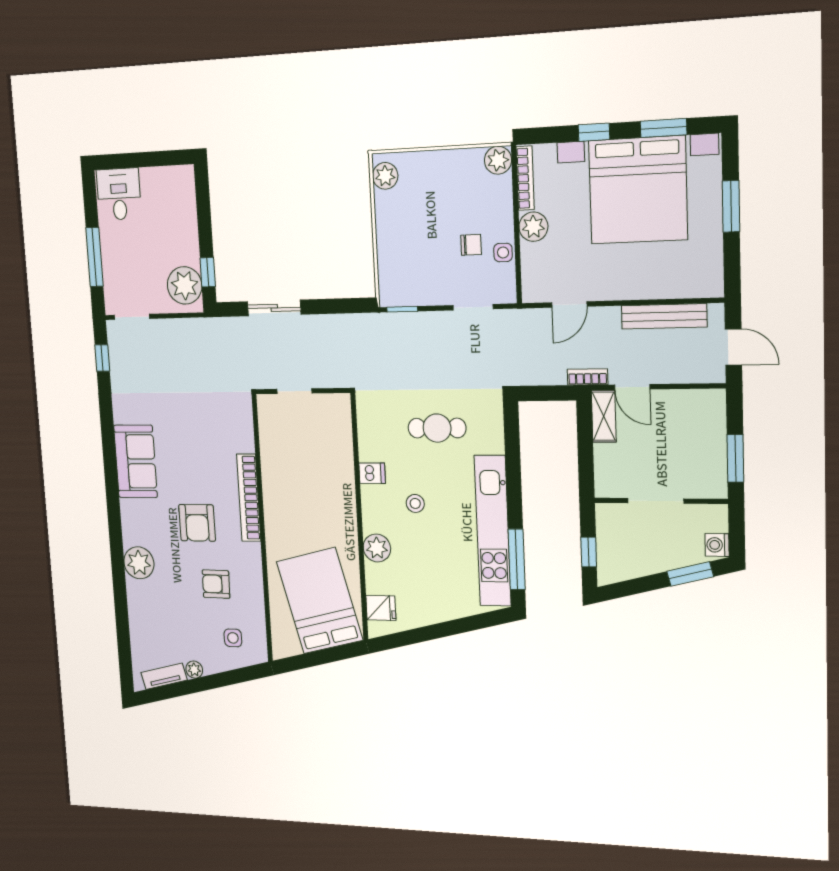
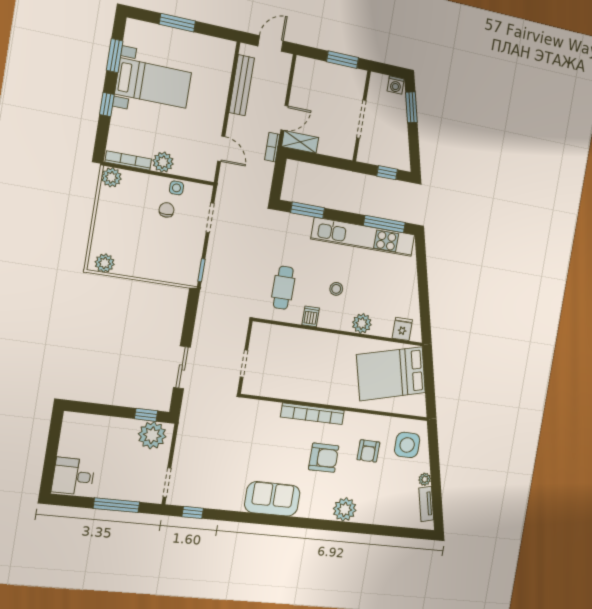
bed with nightstands: (638, 190) -> (153, 83), width x0.54
cafe table: (437, 428) -> (283, 288), moved
window: (512, 444) -> (308, 210), added
side table: (233, 638) -> (407, 445), width x1.87, depth x1.87

